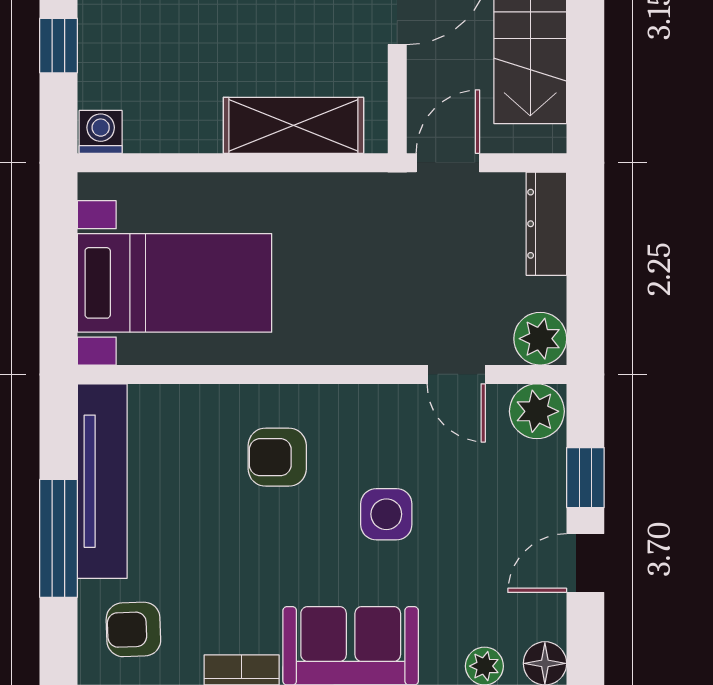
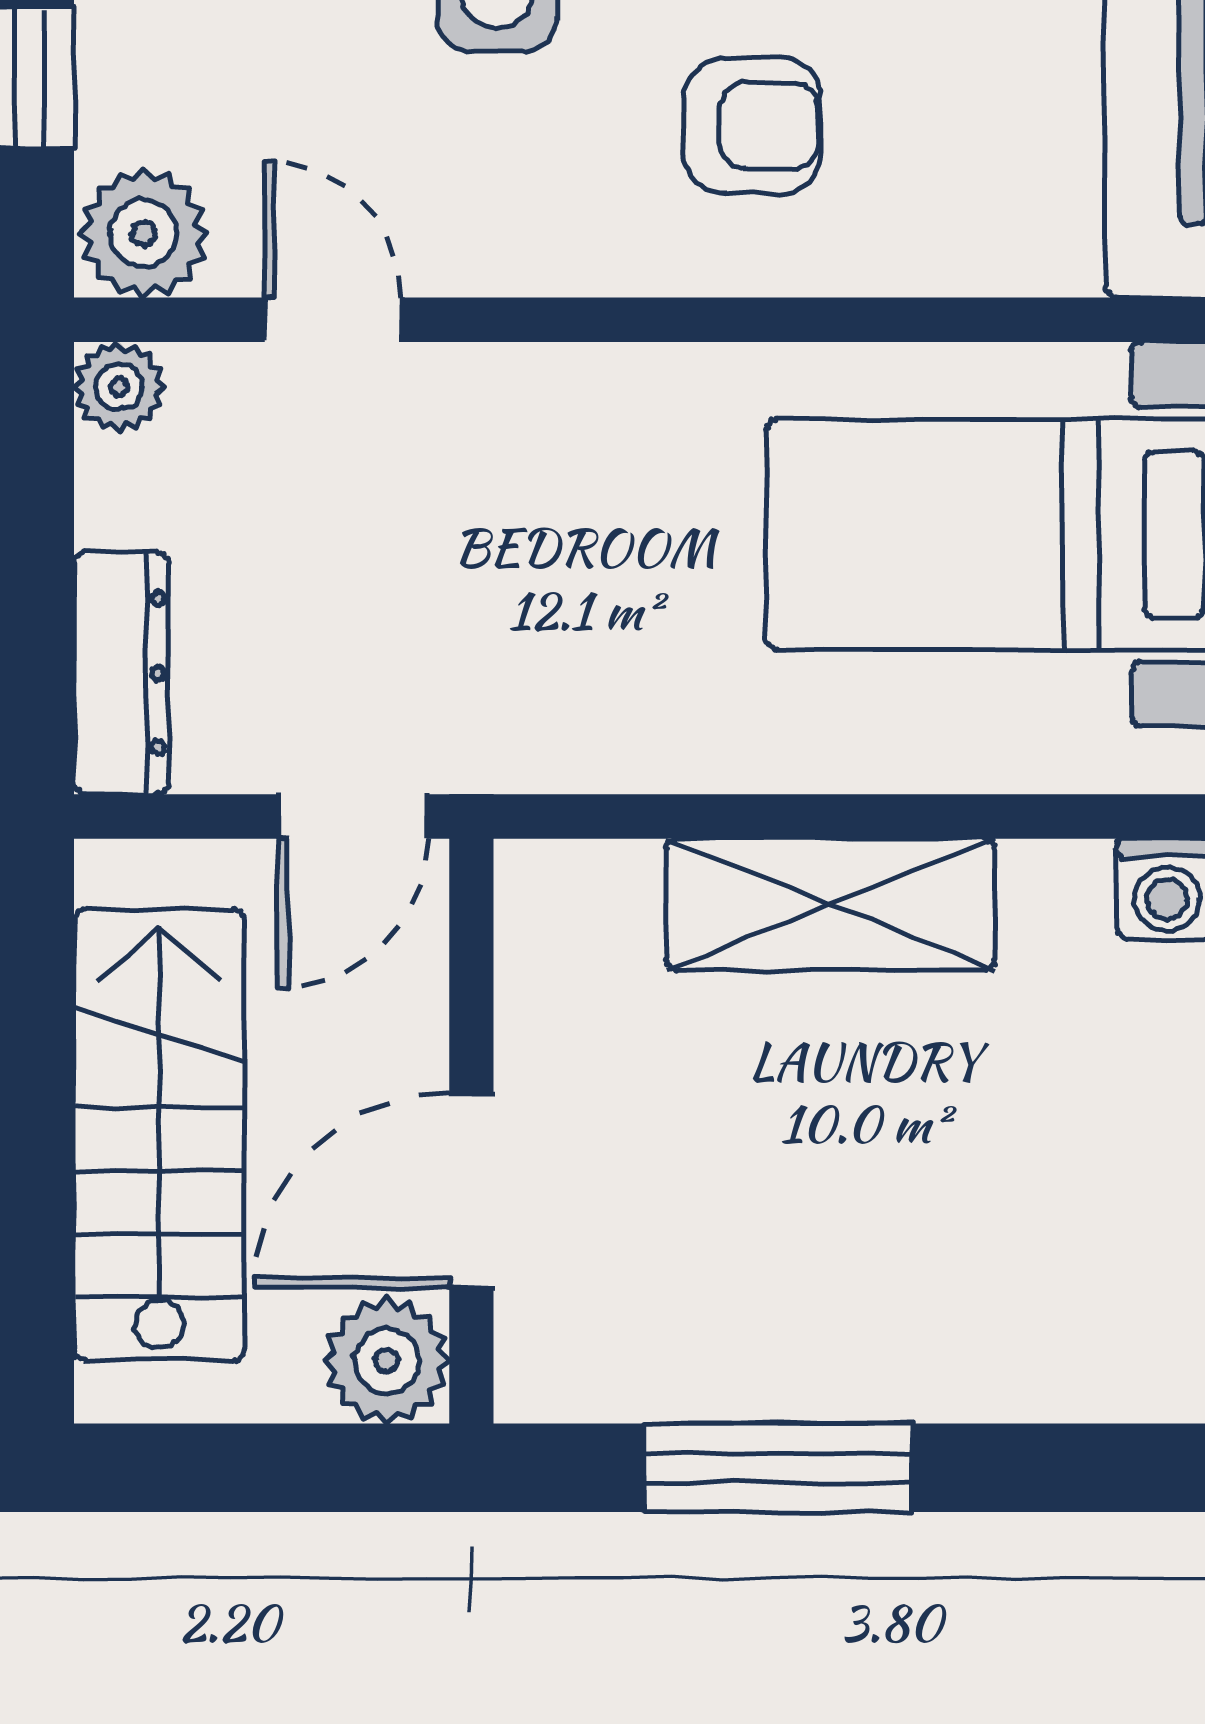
shelving: (293, 125) -> (830, 904), moved
plant: (540, 339) -> (119, 387), width x0.73, depth x0.73

